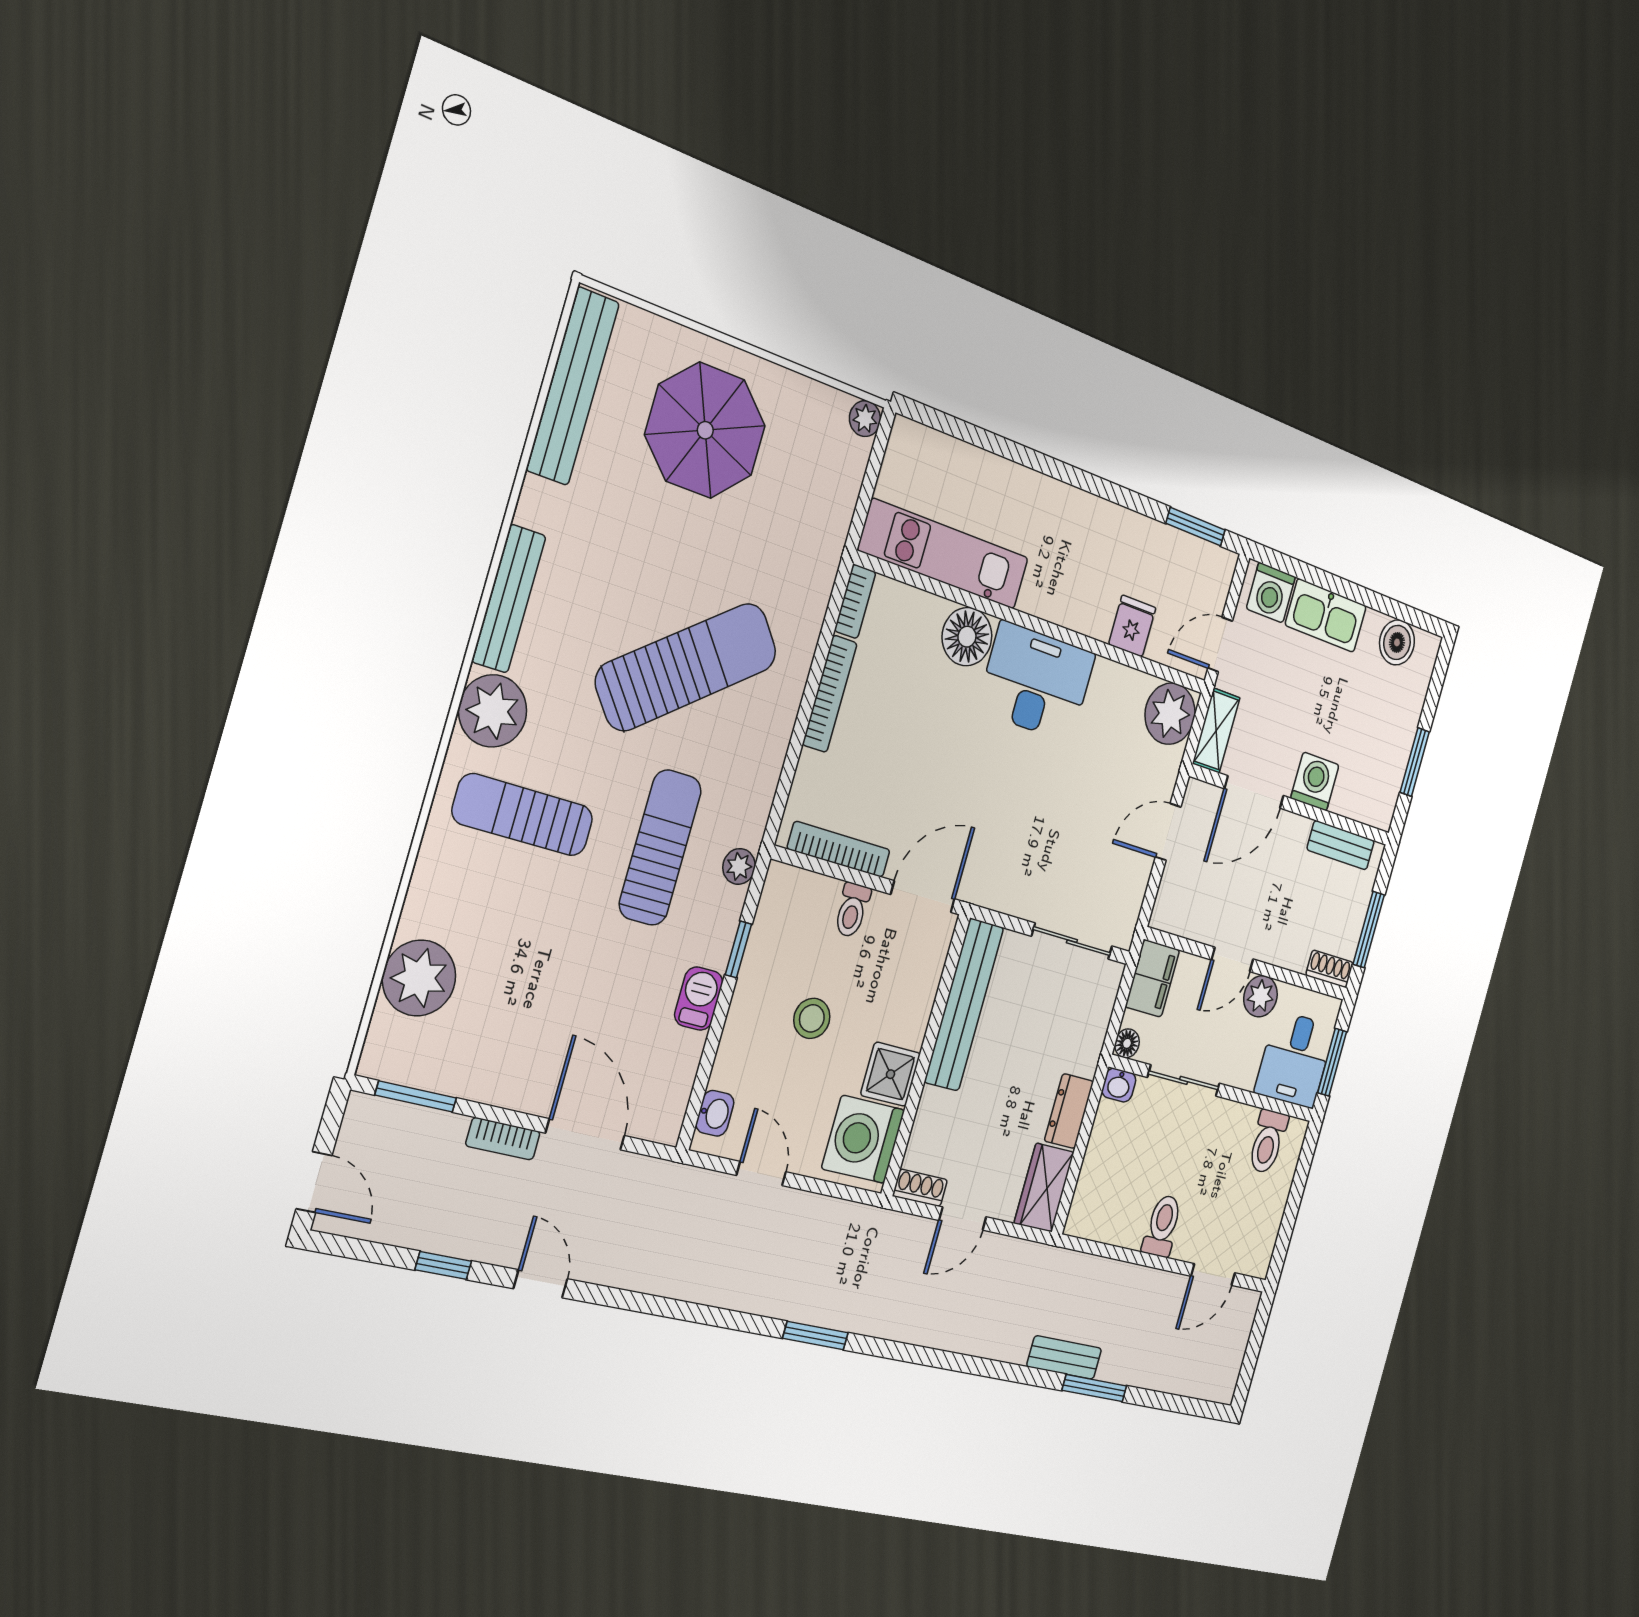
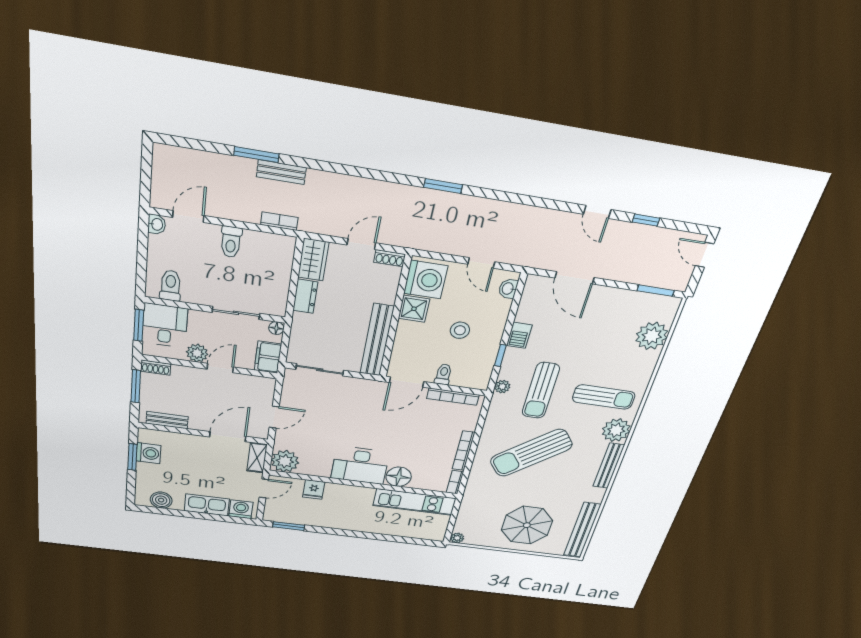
washing machine: (1315, 781) -> (148, 453), moved, turned -90
washbasin: (1119, 1085) -> (157, 224), moved, turned 90
bookcase: (503, 1139) -> (279, 221), moved

